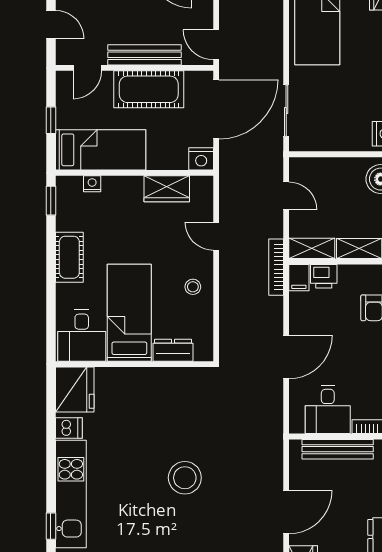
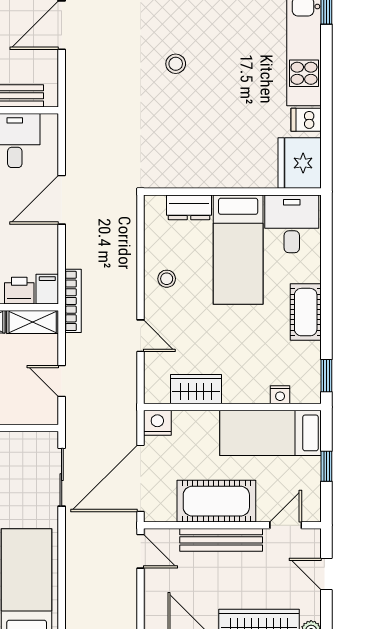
stool: (185, 478) -> (176, 64), width x0.53, depth x0.53

